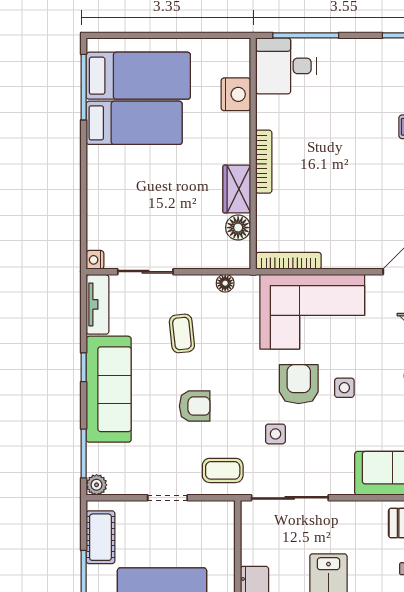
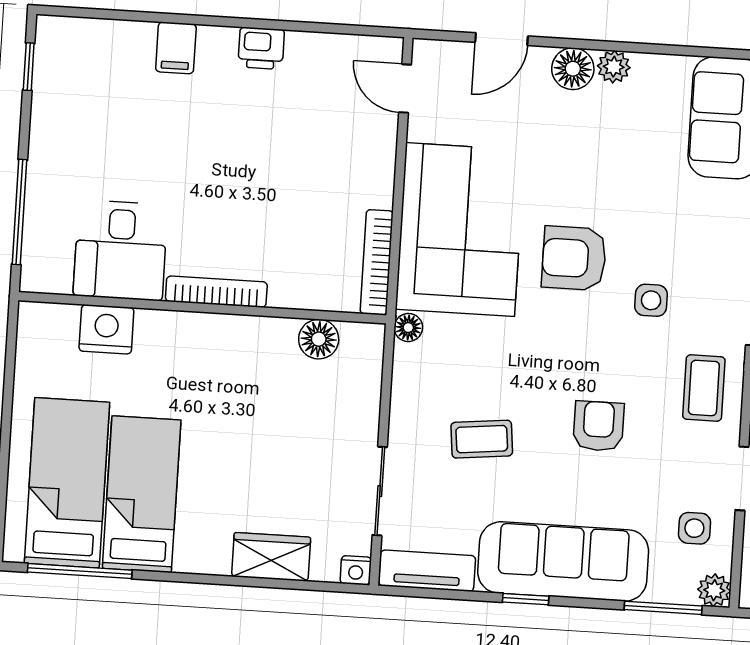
desk: (286, 66) -> (121, 250), moved
wardrobe: (237, 189) -> (271, 557), moved, turned 180
floor lamp: (225, 283) -> (408, 328), moved
side table: (344, 388) -> (694, 528), moved

